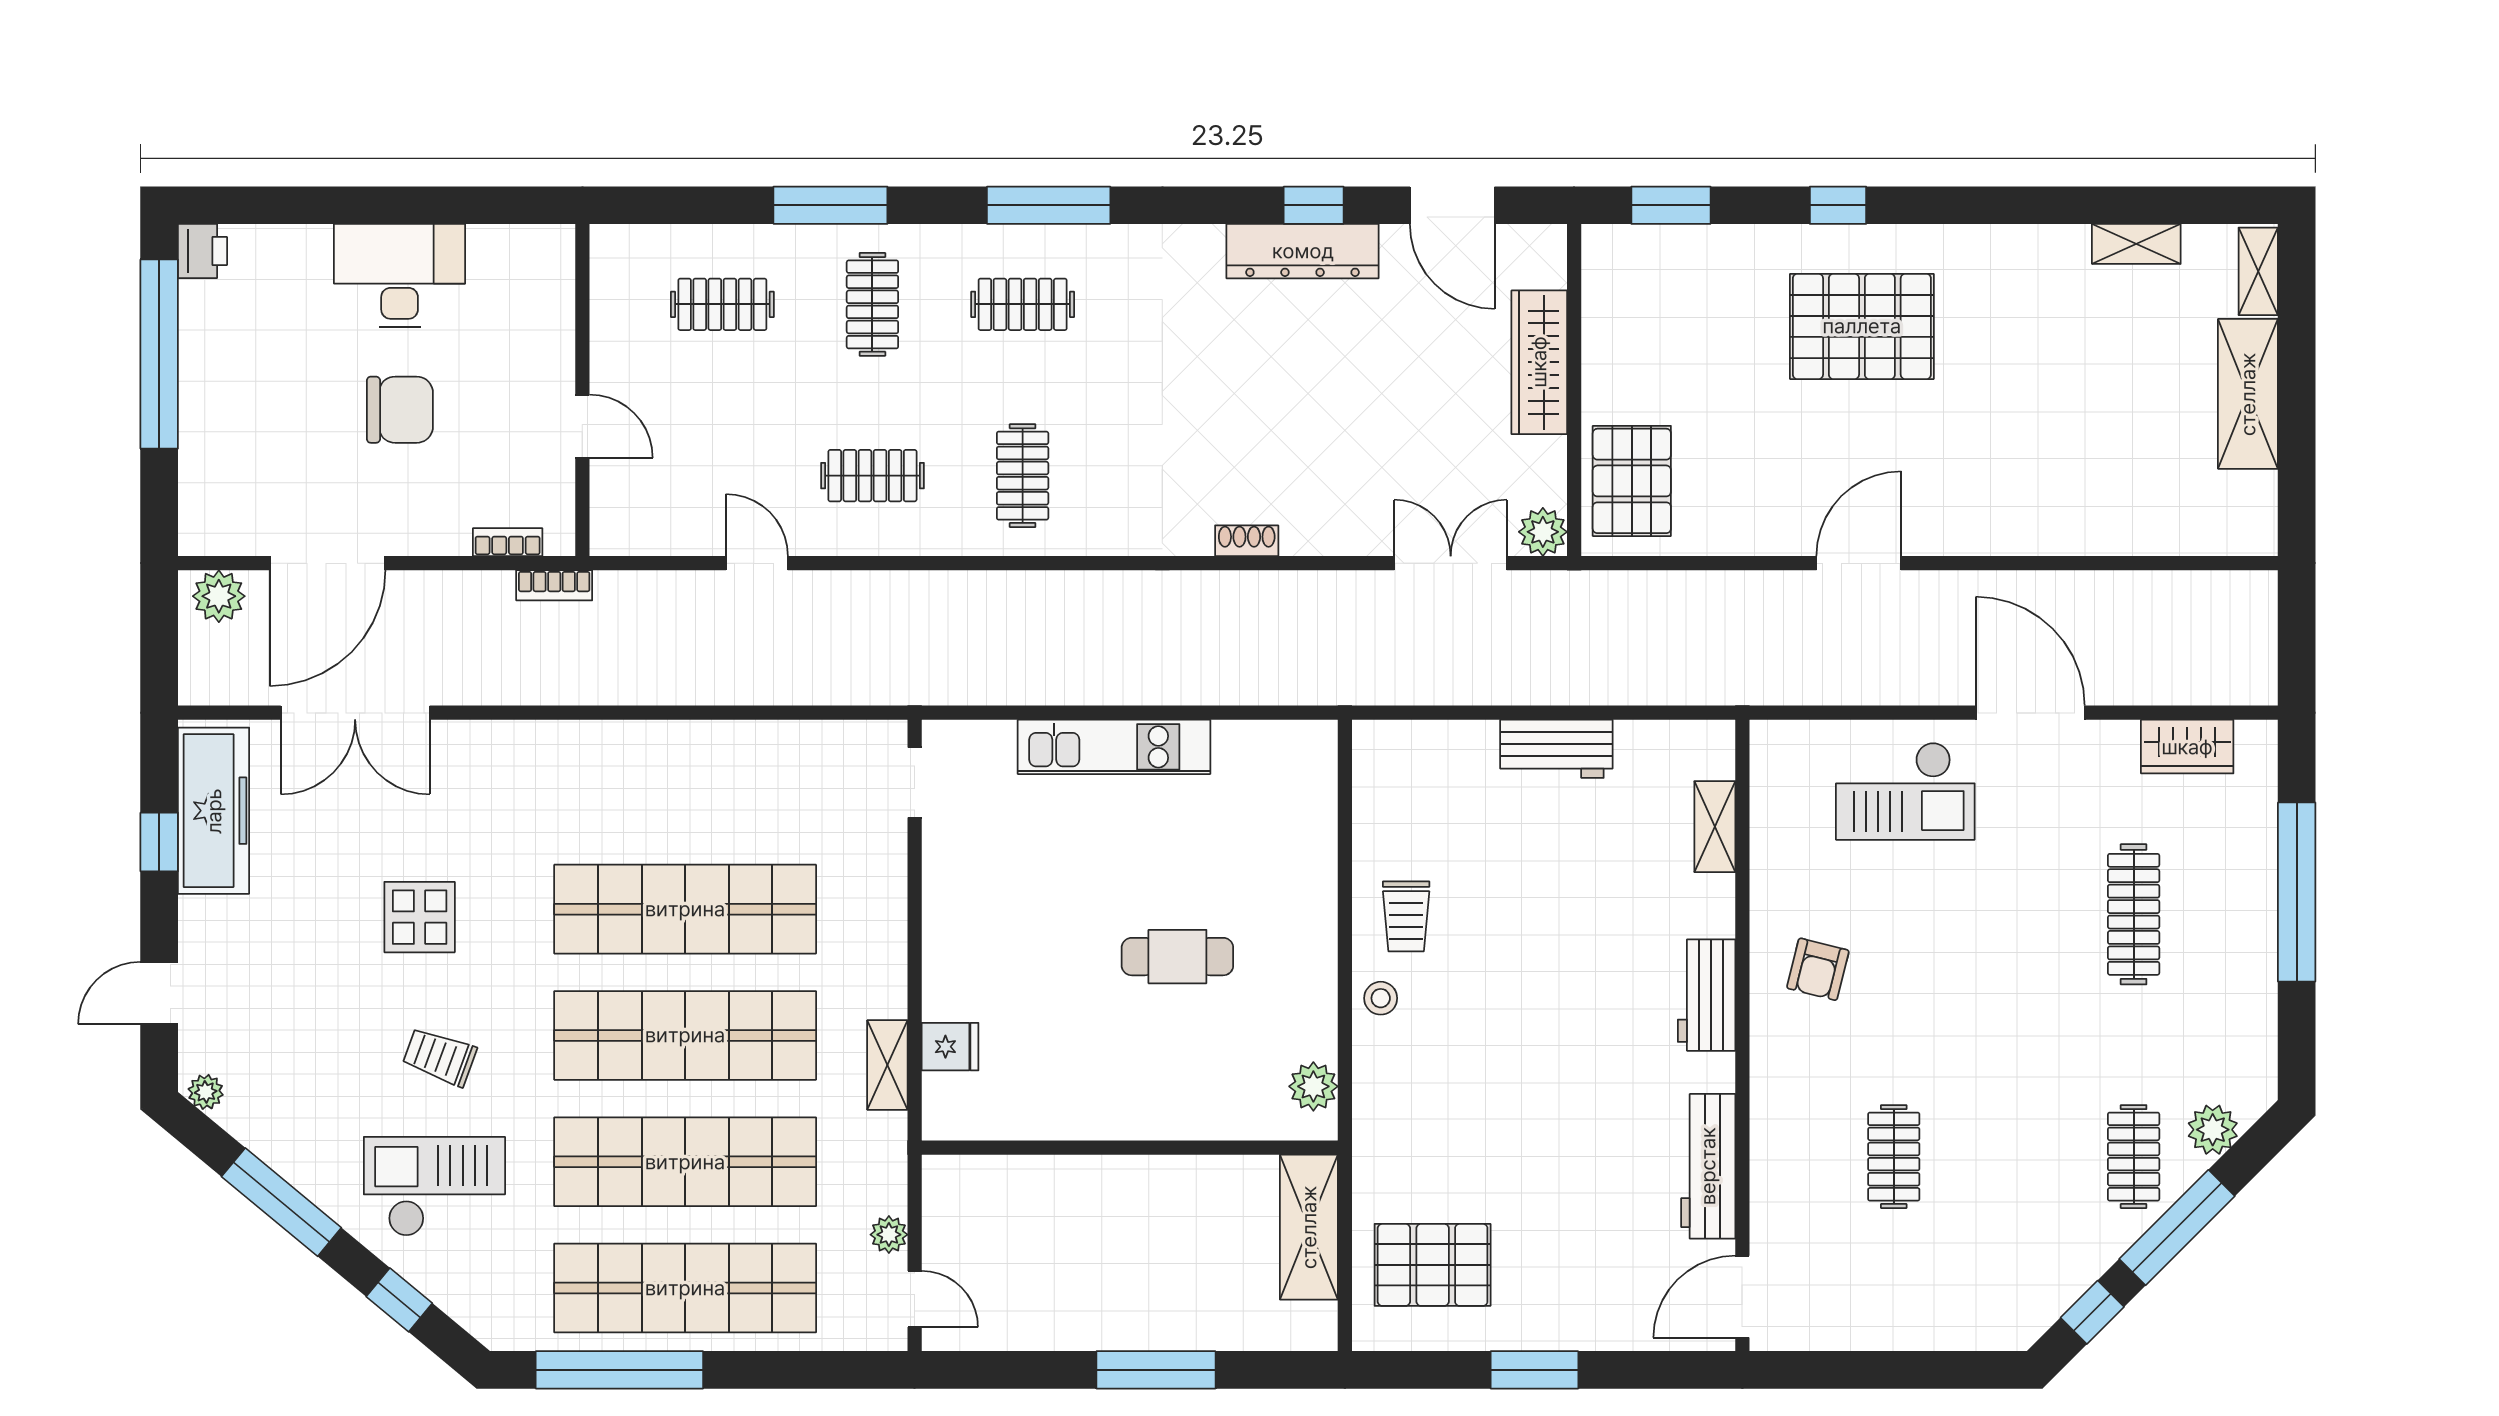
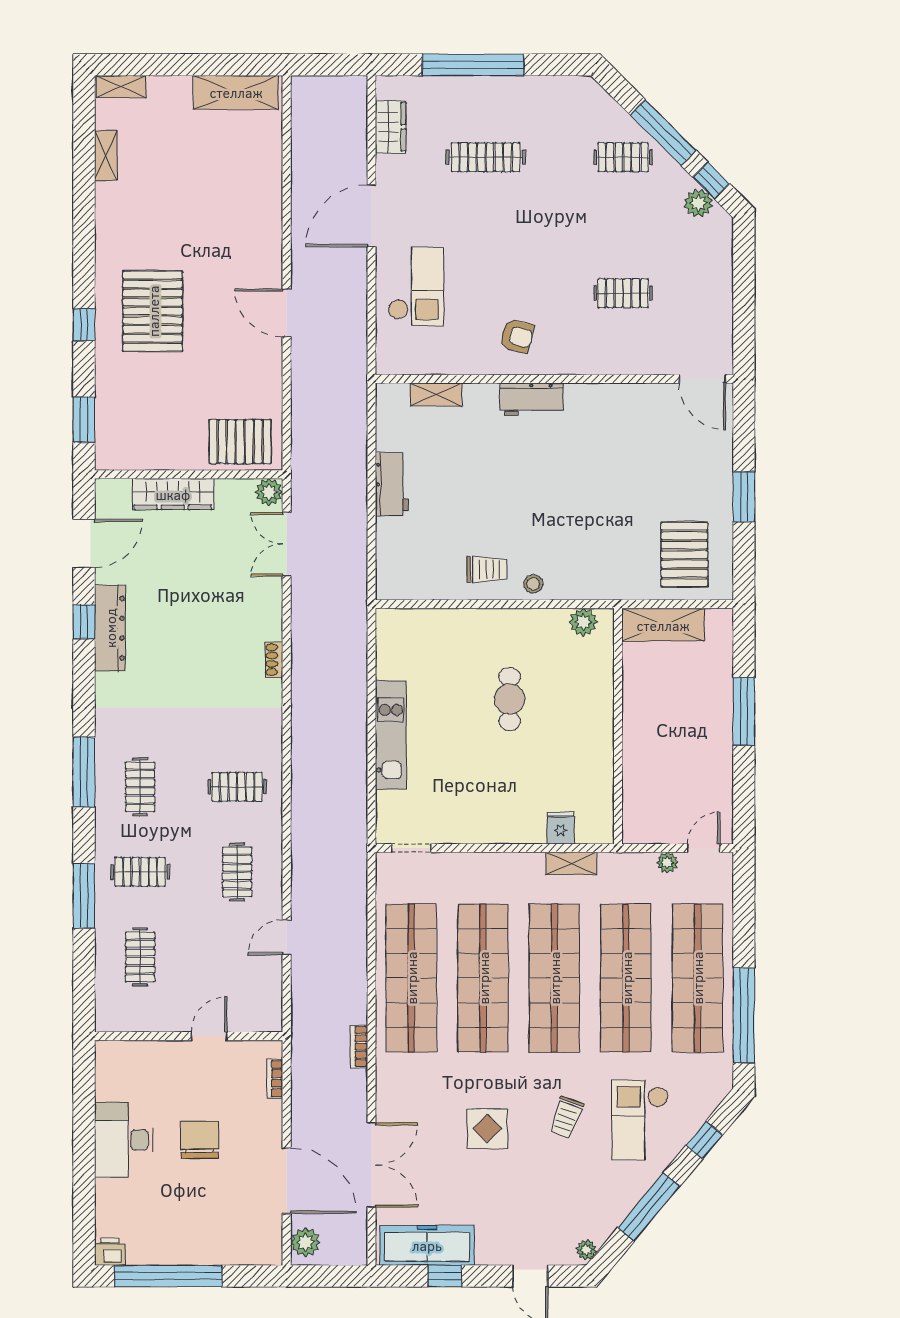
shelving: (2248, 394) -> (236, 92), moved
bookcase: (554, 585) -> (359, 1047), moved, turned 180
shop shelf: (685, 783) -> (411, 978), added
plant: (2213, 1130) -> (698, 203), moved
workbench: (1708, 1166) -> (629, 398), removed

